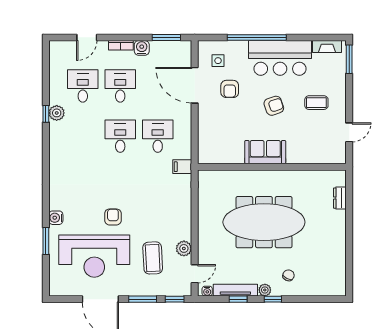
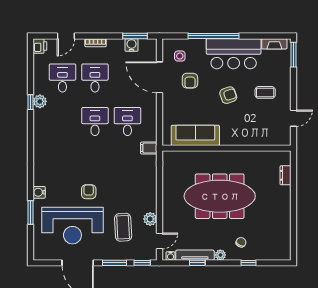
water cooler: (142, 48) -> (132, 45), moved
printer: (57, 49) -> (40, 46), added
sofa: (265, 152) -> (195, 135), moved, width x1.36
window: (273, 299) -> (248, 263), moved

